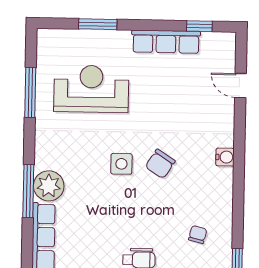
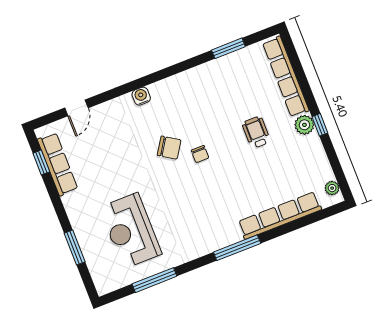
row of seats: (166, 42) -> (58, 164), moved
side table: (121, 164) -> (182, 180), removed
plant: (49, 186) -> (226, 233), removed
chair: (198, 234) -> (200, 154), moved, turned -104

